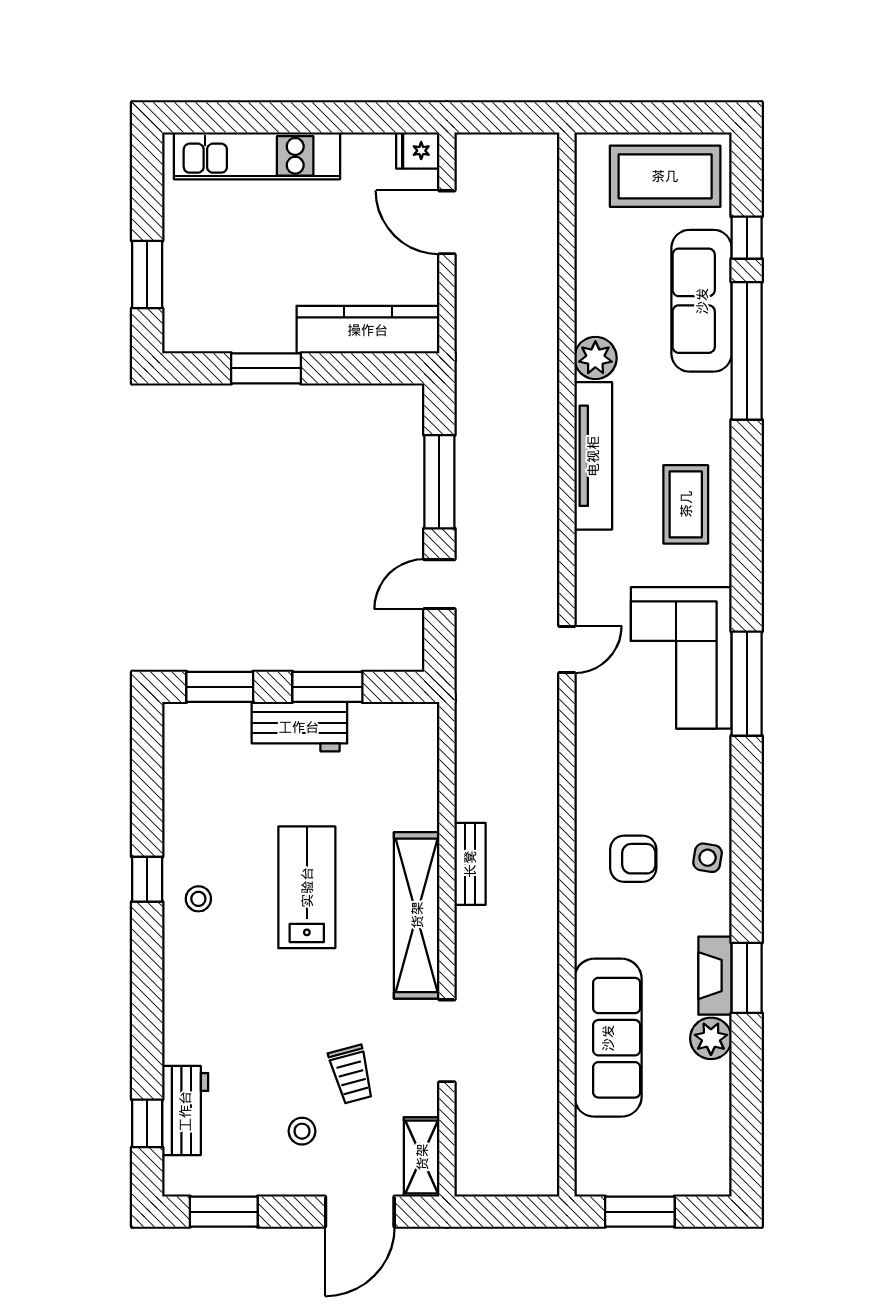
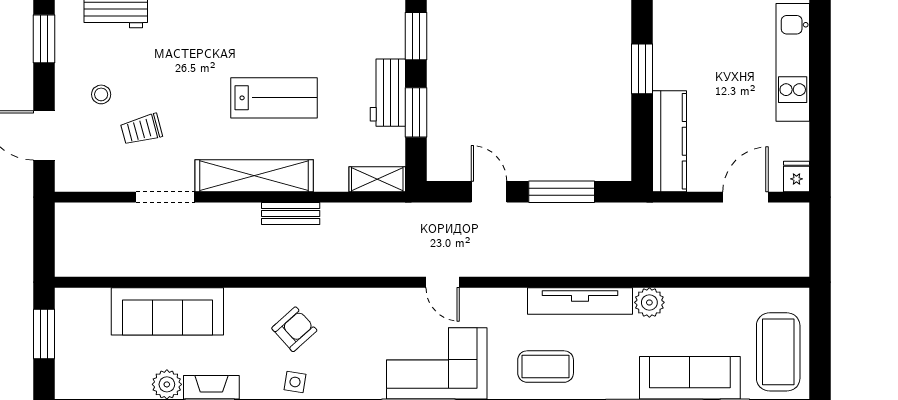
armchair: (633, 859) -> (294, 329), turned -132
stool: (198, 899) -> (266, 21), removed
shelving: (422, 1157) -> (377, 179), moved

